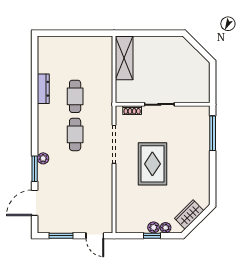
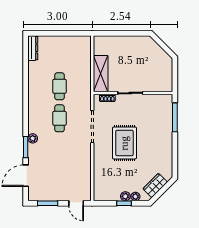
shelving: (124, 58) -> (101, 74), moved
dresser: (43, 89) -> (33, 48), moved

